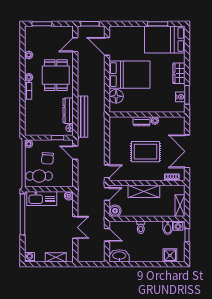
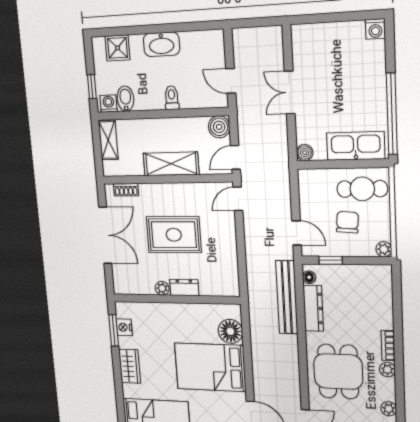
washbasin: (119, 256) -> (161, 44), moved
shelving: (56, 257) -> (324, 32), removed

